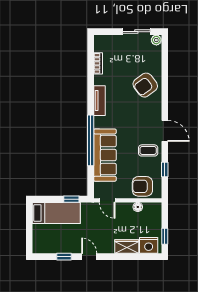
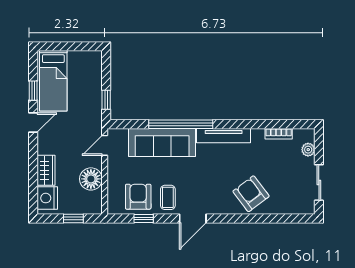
plant: (156, 40) -> (308, 150), moved
tv unit: (99, 101) -> (224, 136), width x1.41
armchair: (142, 186) -> (138, 197), moved
floor lamp: (138, 207) -> (91, 179), width x1.89, depth x1.89
bed: (56, 213) -> (53, 81), moved
window: (165, 236) -> (73, 218), moved

